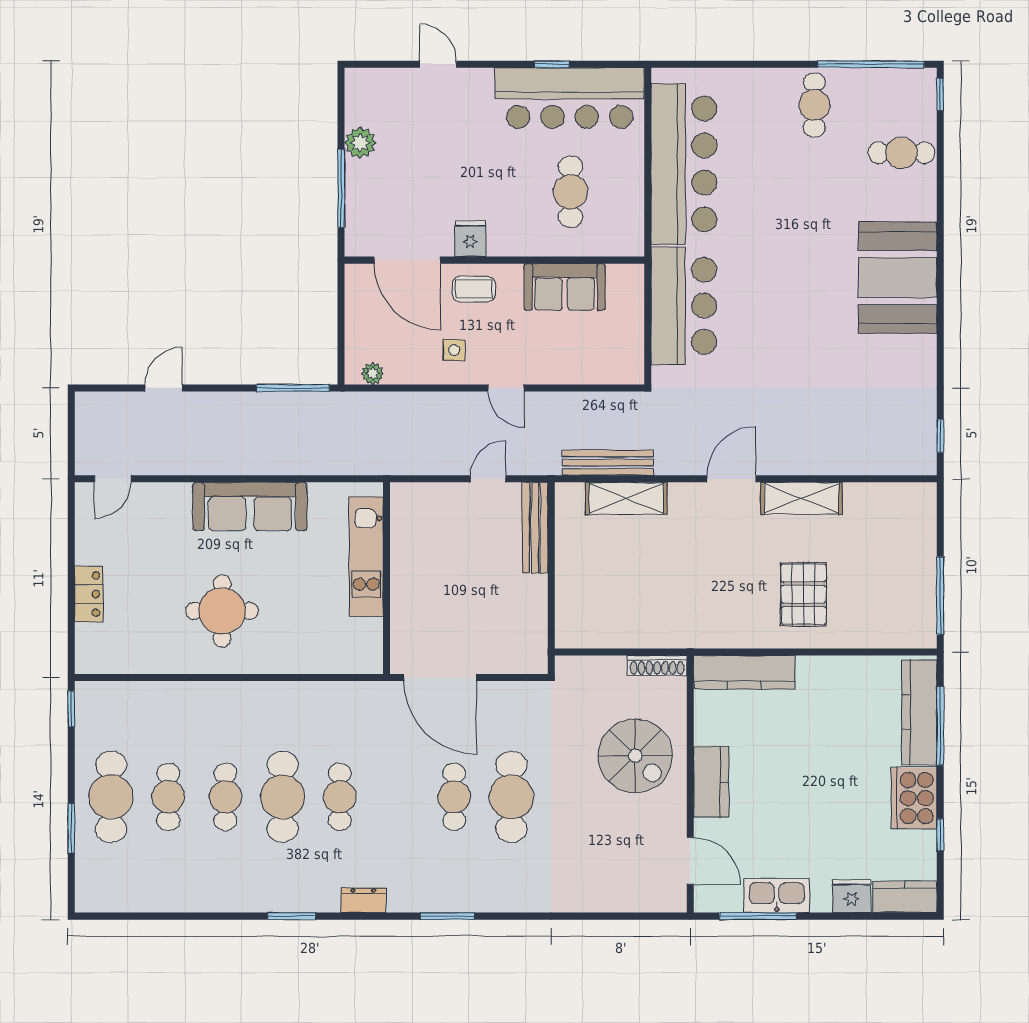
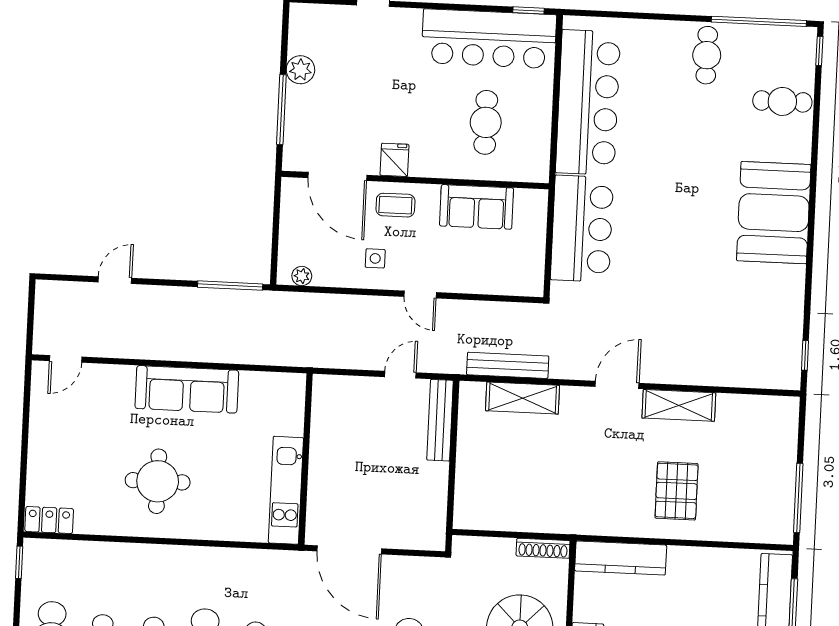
window: (552, 64) -> (528, 10), moved
kitchen unit: (366, 557) -> (286, 490), moved
locker: (89, 594) -> (49, 520), moved, turned -90

